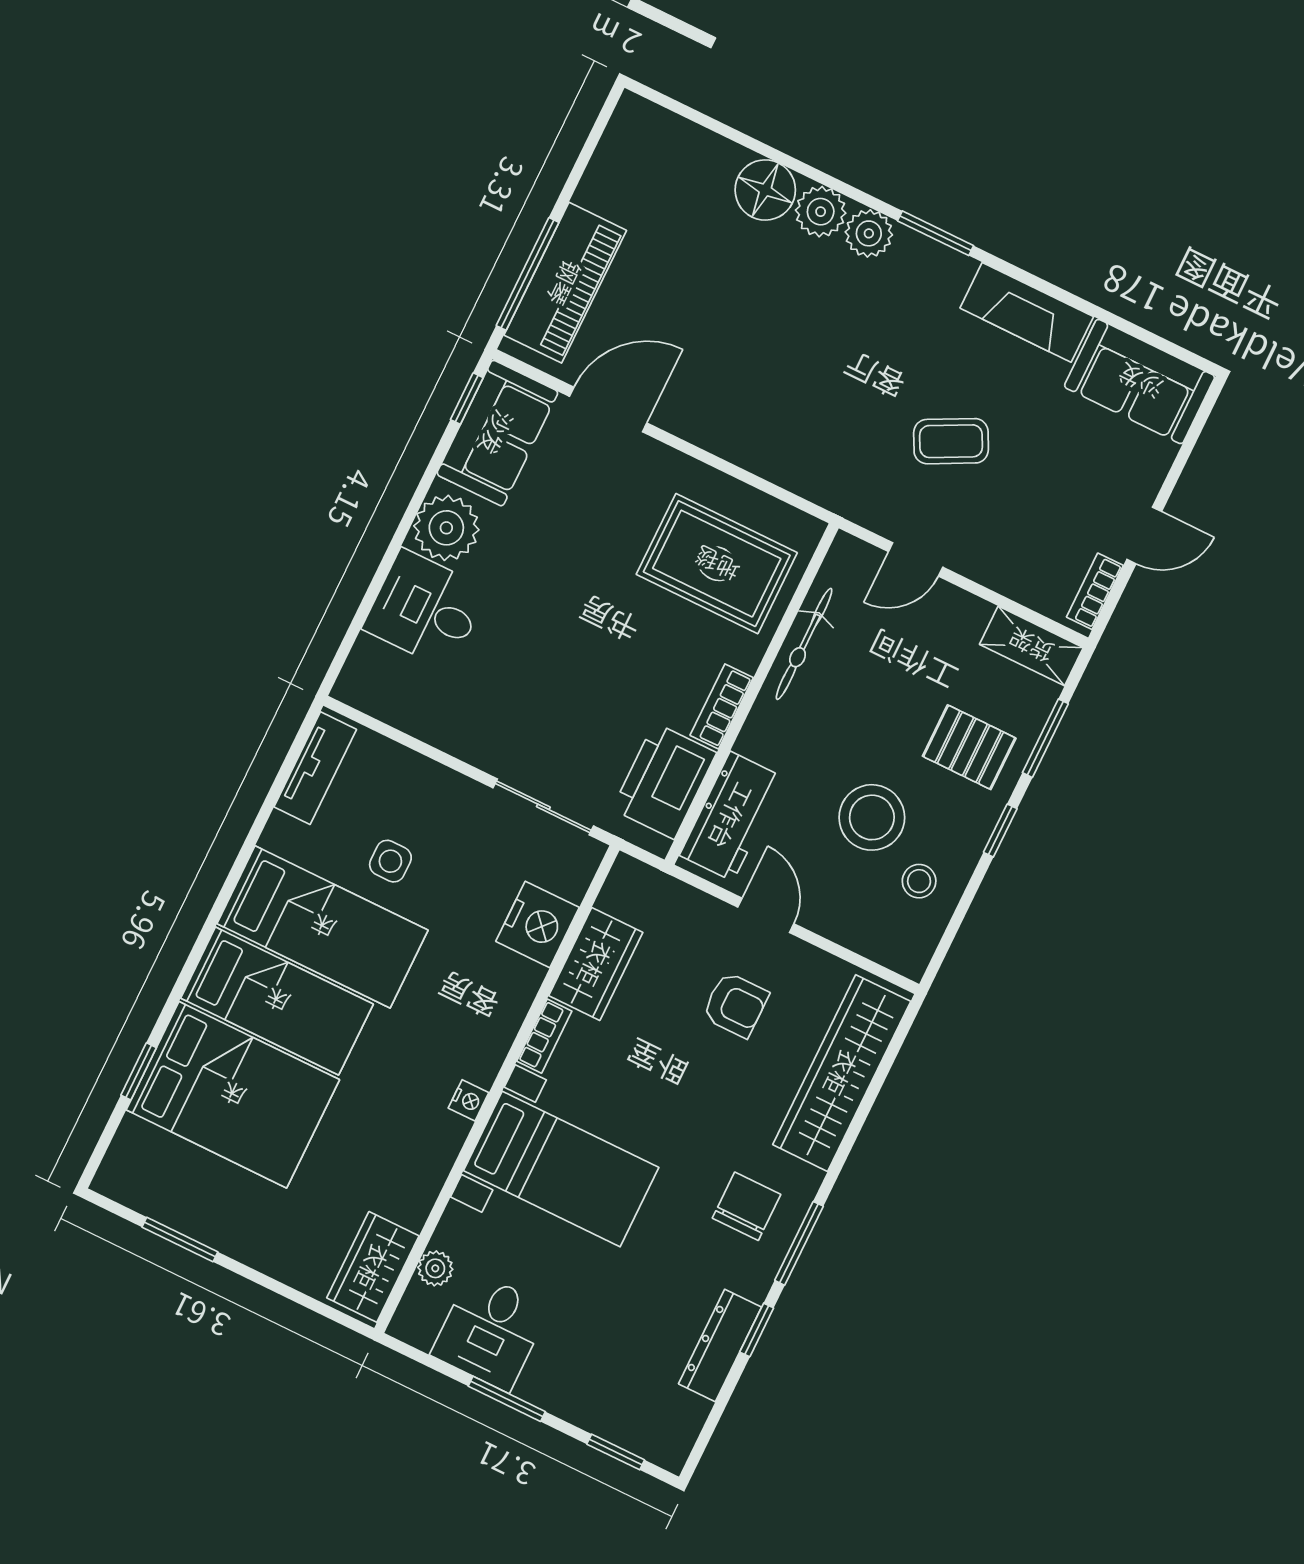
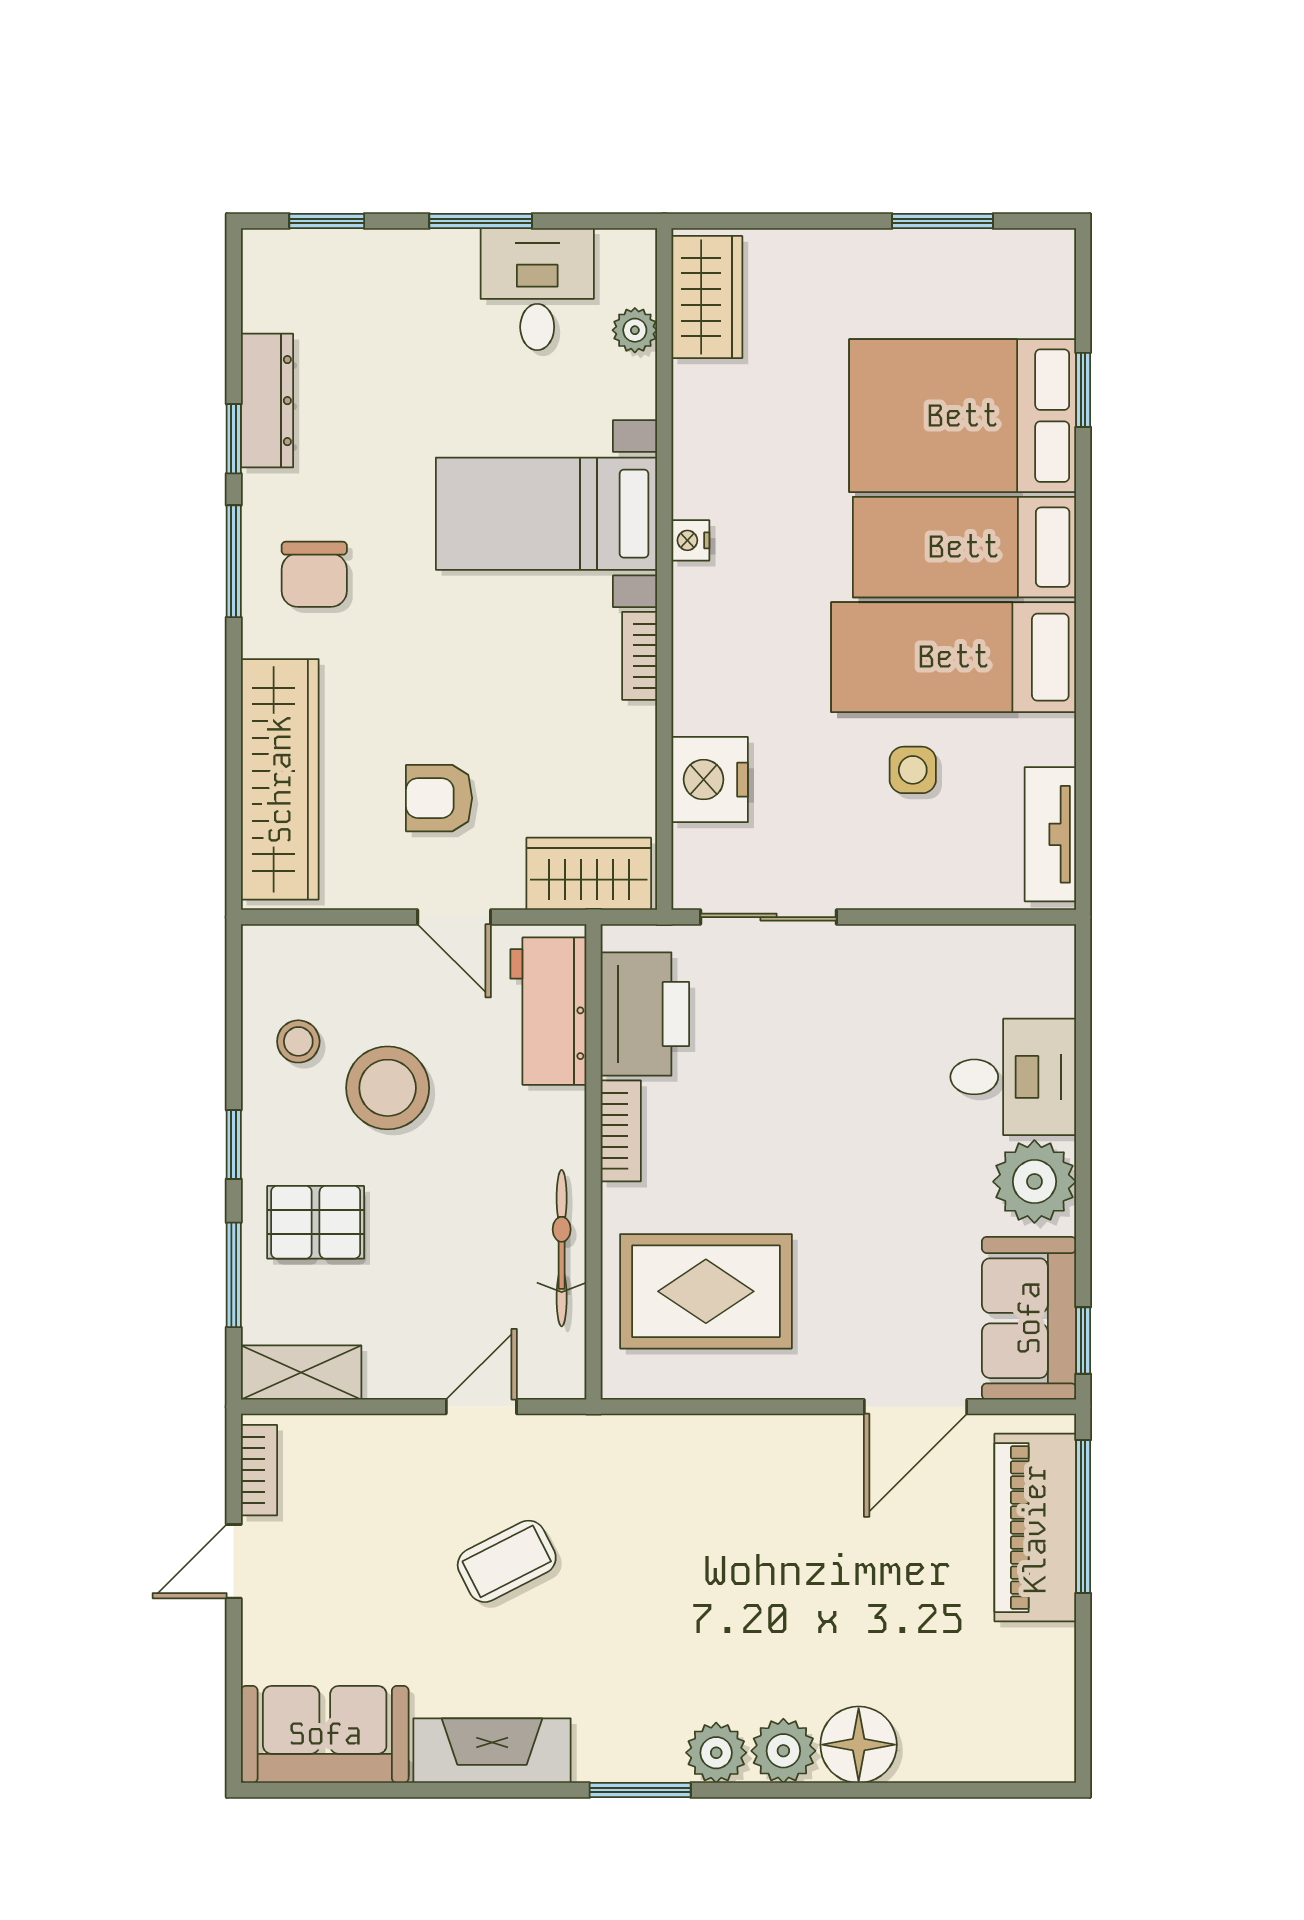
wardrobe: (596, 964) -> (589, 874), moved, turned 90

